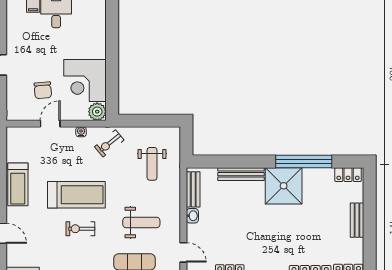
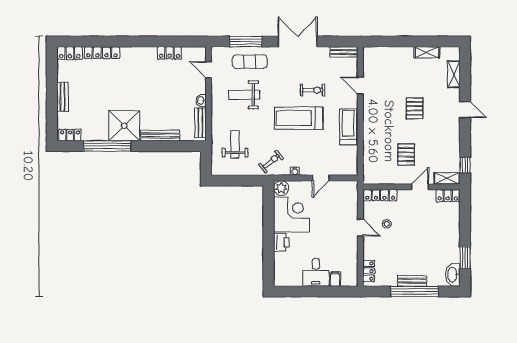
printer: (97, 47) -> (281, 242), added
chair: (43, 90) -> (327, 206), removed
exercise bike: (80, 229) -> (313, 90), moved

